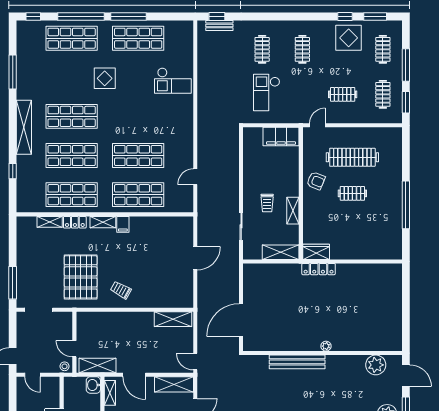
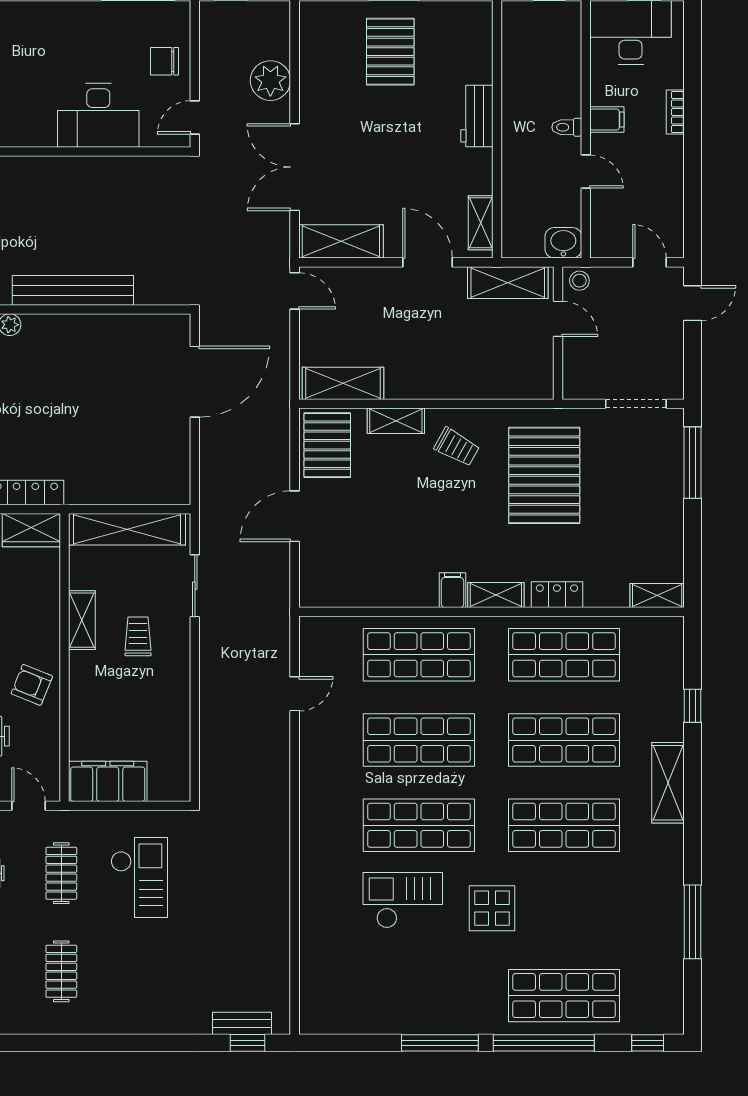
shop shelf: (138, 38) -> (419, 825), moved
clothes rail: (262, 49) -> (61, 873), moved
checkout: (173, 81) -> (403, 900), moved
door: (317, 125) -> (29, 806), swing flipped
shelving: (24, 127) -> (668, 783), width x0.68
shelving: (50, 222) -> (657, 595), moved
shelving: (281, 252) -> (127, 529), width x1.47
pallet: (180, 291) -> (327, 445), added
shelving: (149, 302) -> (396, 421), added
washbasin: (93, 385) -> (563, 243), moved, turned -90

